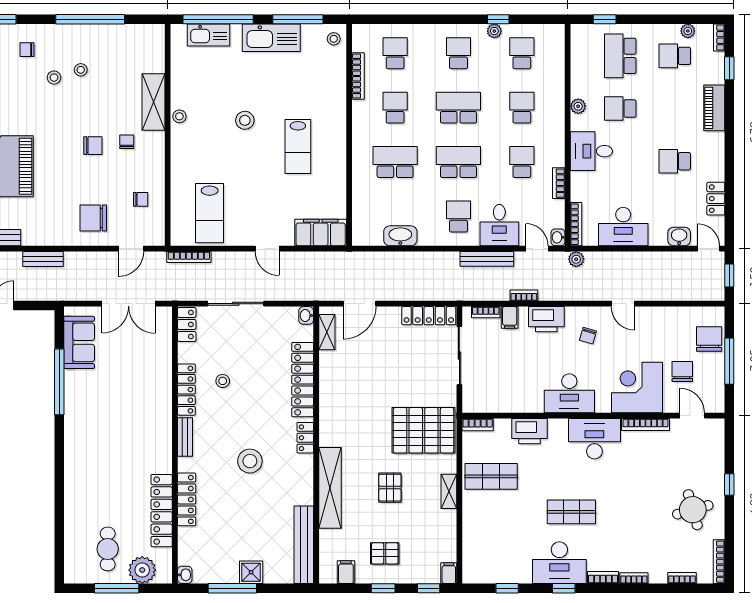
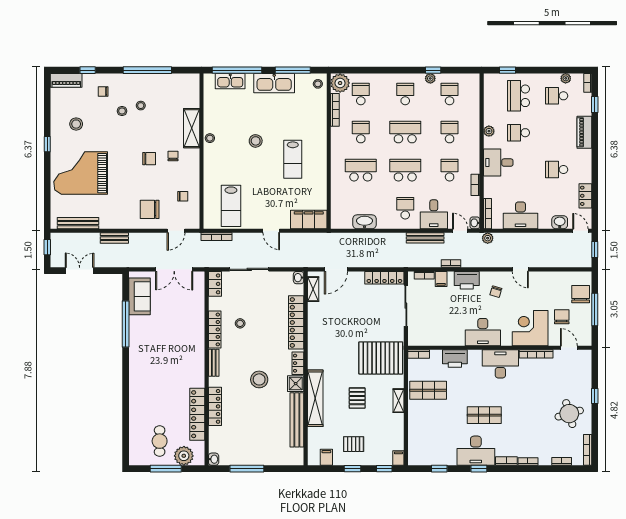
plant: (365, 38) -> (340, 83), added
bench: (304, 545) -> (297, 420), moved
shower: (251, 572) -> (296, 384), moved

